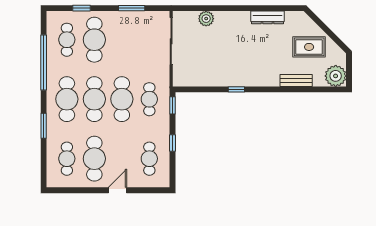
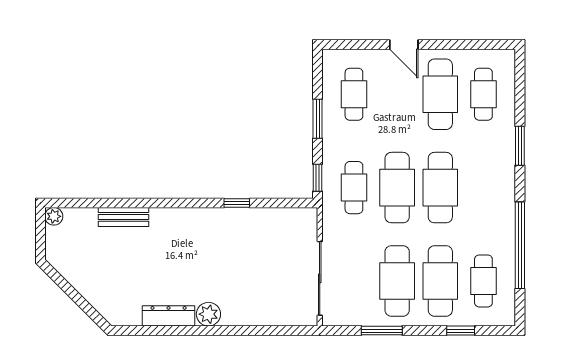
plant: (206, 19) -> (208, 314), moved
rug: (309, 47) -> (103, 270), removed
plant: (336, 76) -> (54, 216), width x0.53, depth x0.53
window: (236, 89) -> (237, 203), moved
cafe table: (67, 99) -> (397, 281), moved
window: (173, 143) -> (318, 119), width x1.50
door: (118, 190) -> (404, 45), hinge flipped

